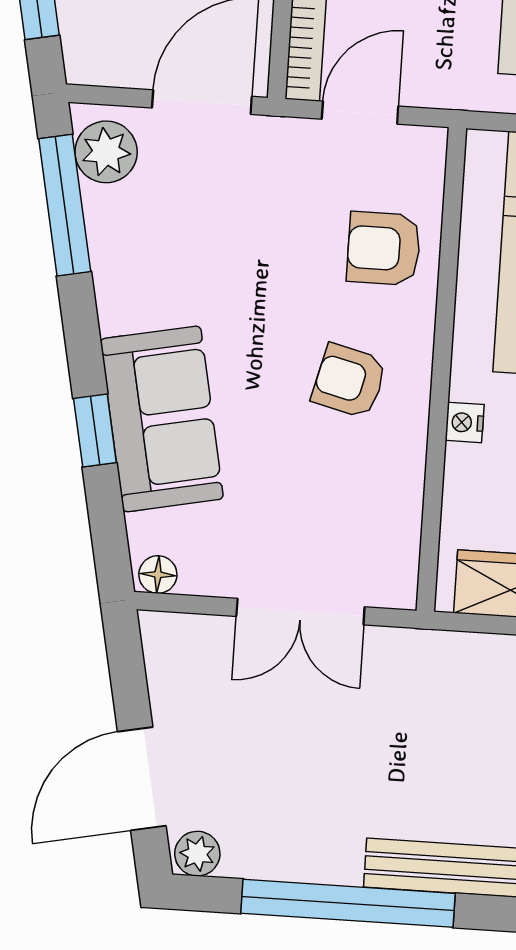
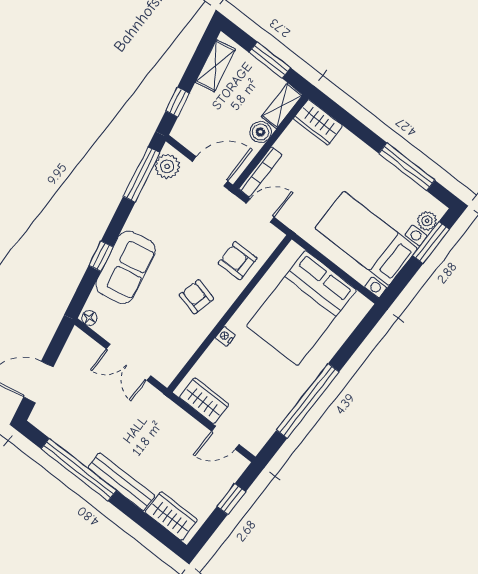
plant: (197, 854) -> (40, 419), removed

